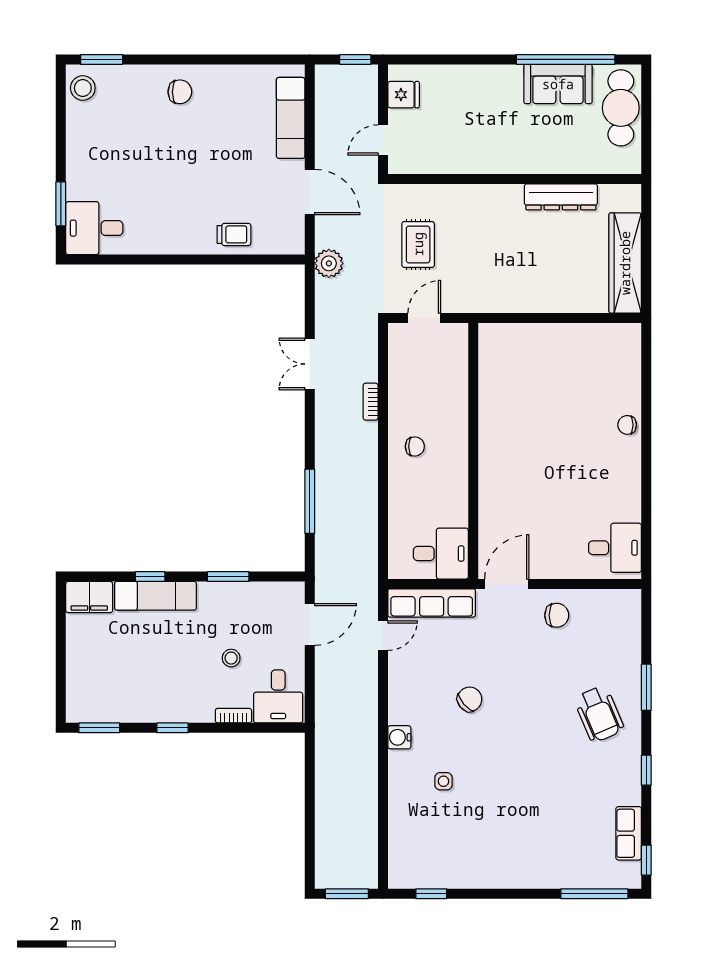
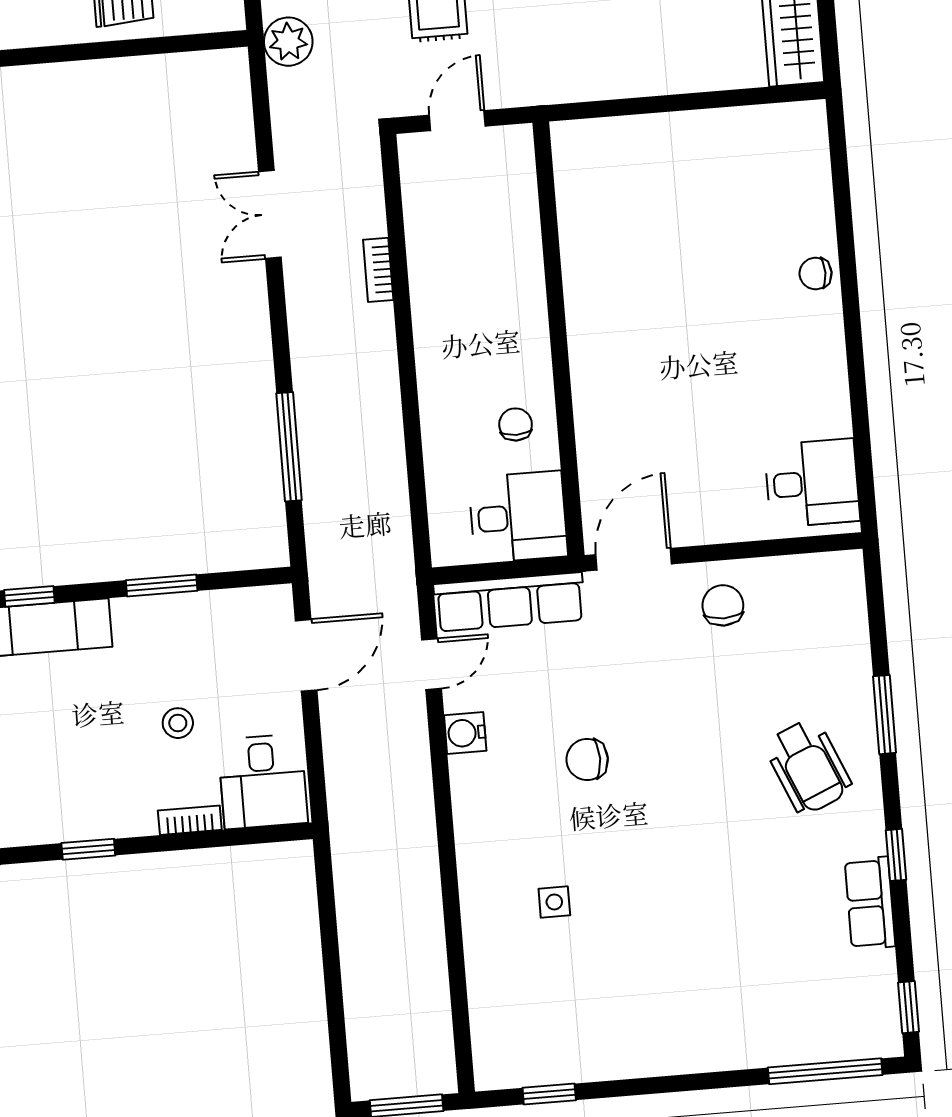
chair: (415, 446) -> (516, 424), moved, turned -90
chair: (557, 615) -> (723, 605), turned -90
chair: (470, 699) -> (587, 759), turned -139
water cooler: (399, 737) -> (465, 733), moved
row of seats: (629, 833) -> (870, 903), moved

